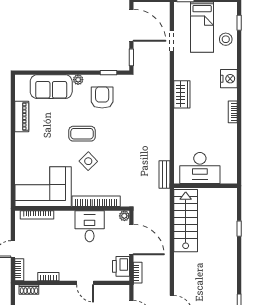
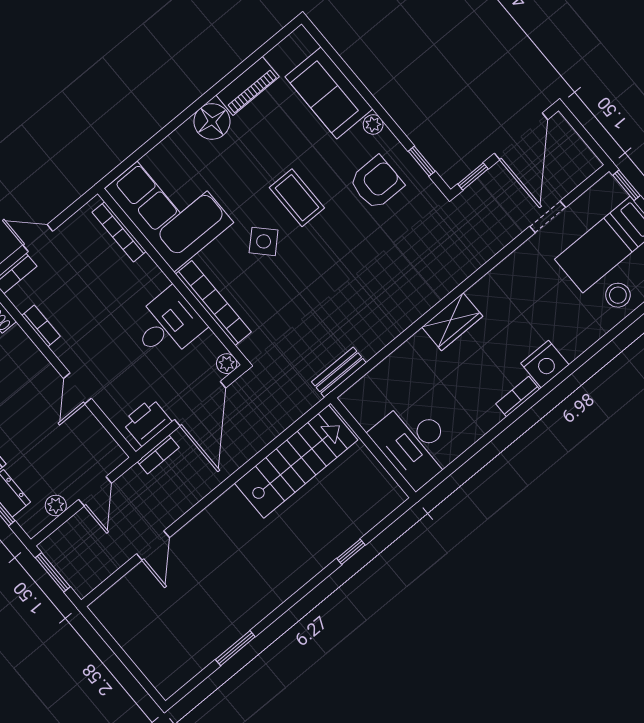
nightstand: (229, 79) -> (545, 364), moved
wardrobe: (182, 94) -> (452, 322), moved
floor lamp: (24, 142) -> (212, 121), added
desk: (200, 168) -> (414, 443), moved

